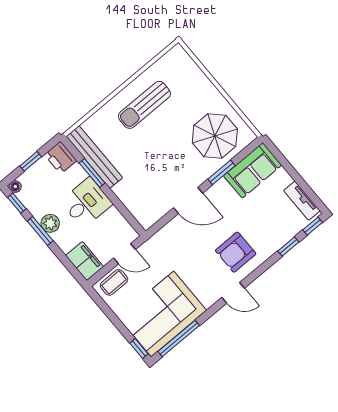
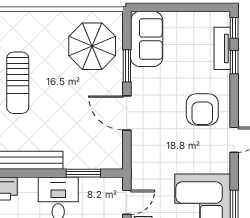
window: (92, 173) -> (83, 173), moved
door: (188, 200) -> (127, 113), swing flipped
tv unit: (302, 201) -> (222, 48), moved, turned 90

